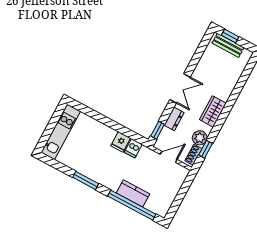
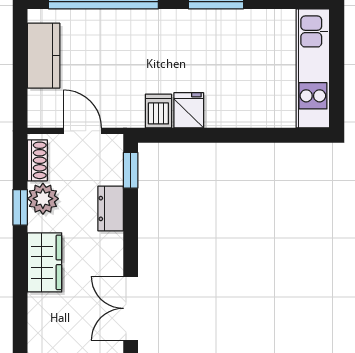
double door: (180, 88) -> (131, 308), moved
window: (206, 149) -> (20, 207), moved
door: (169, 157) -> (82, 131), swing flipped
kitchen counter: (133, 193) -> (44, 56), moved, turned -90

